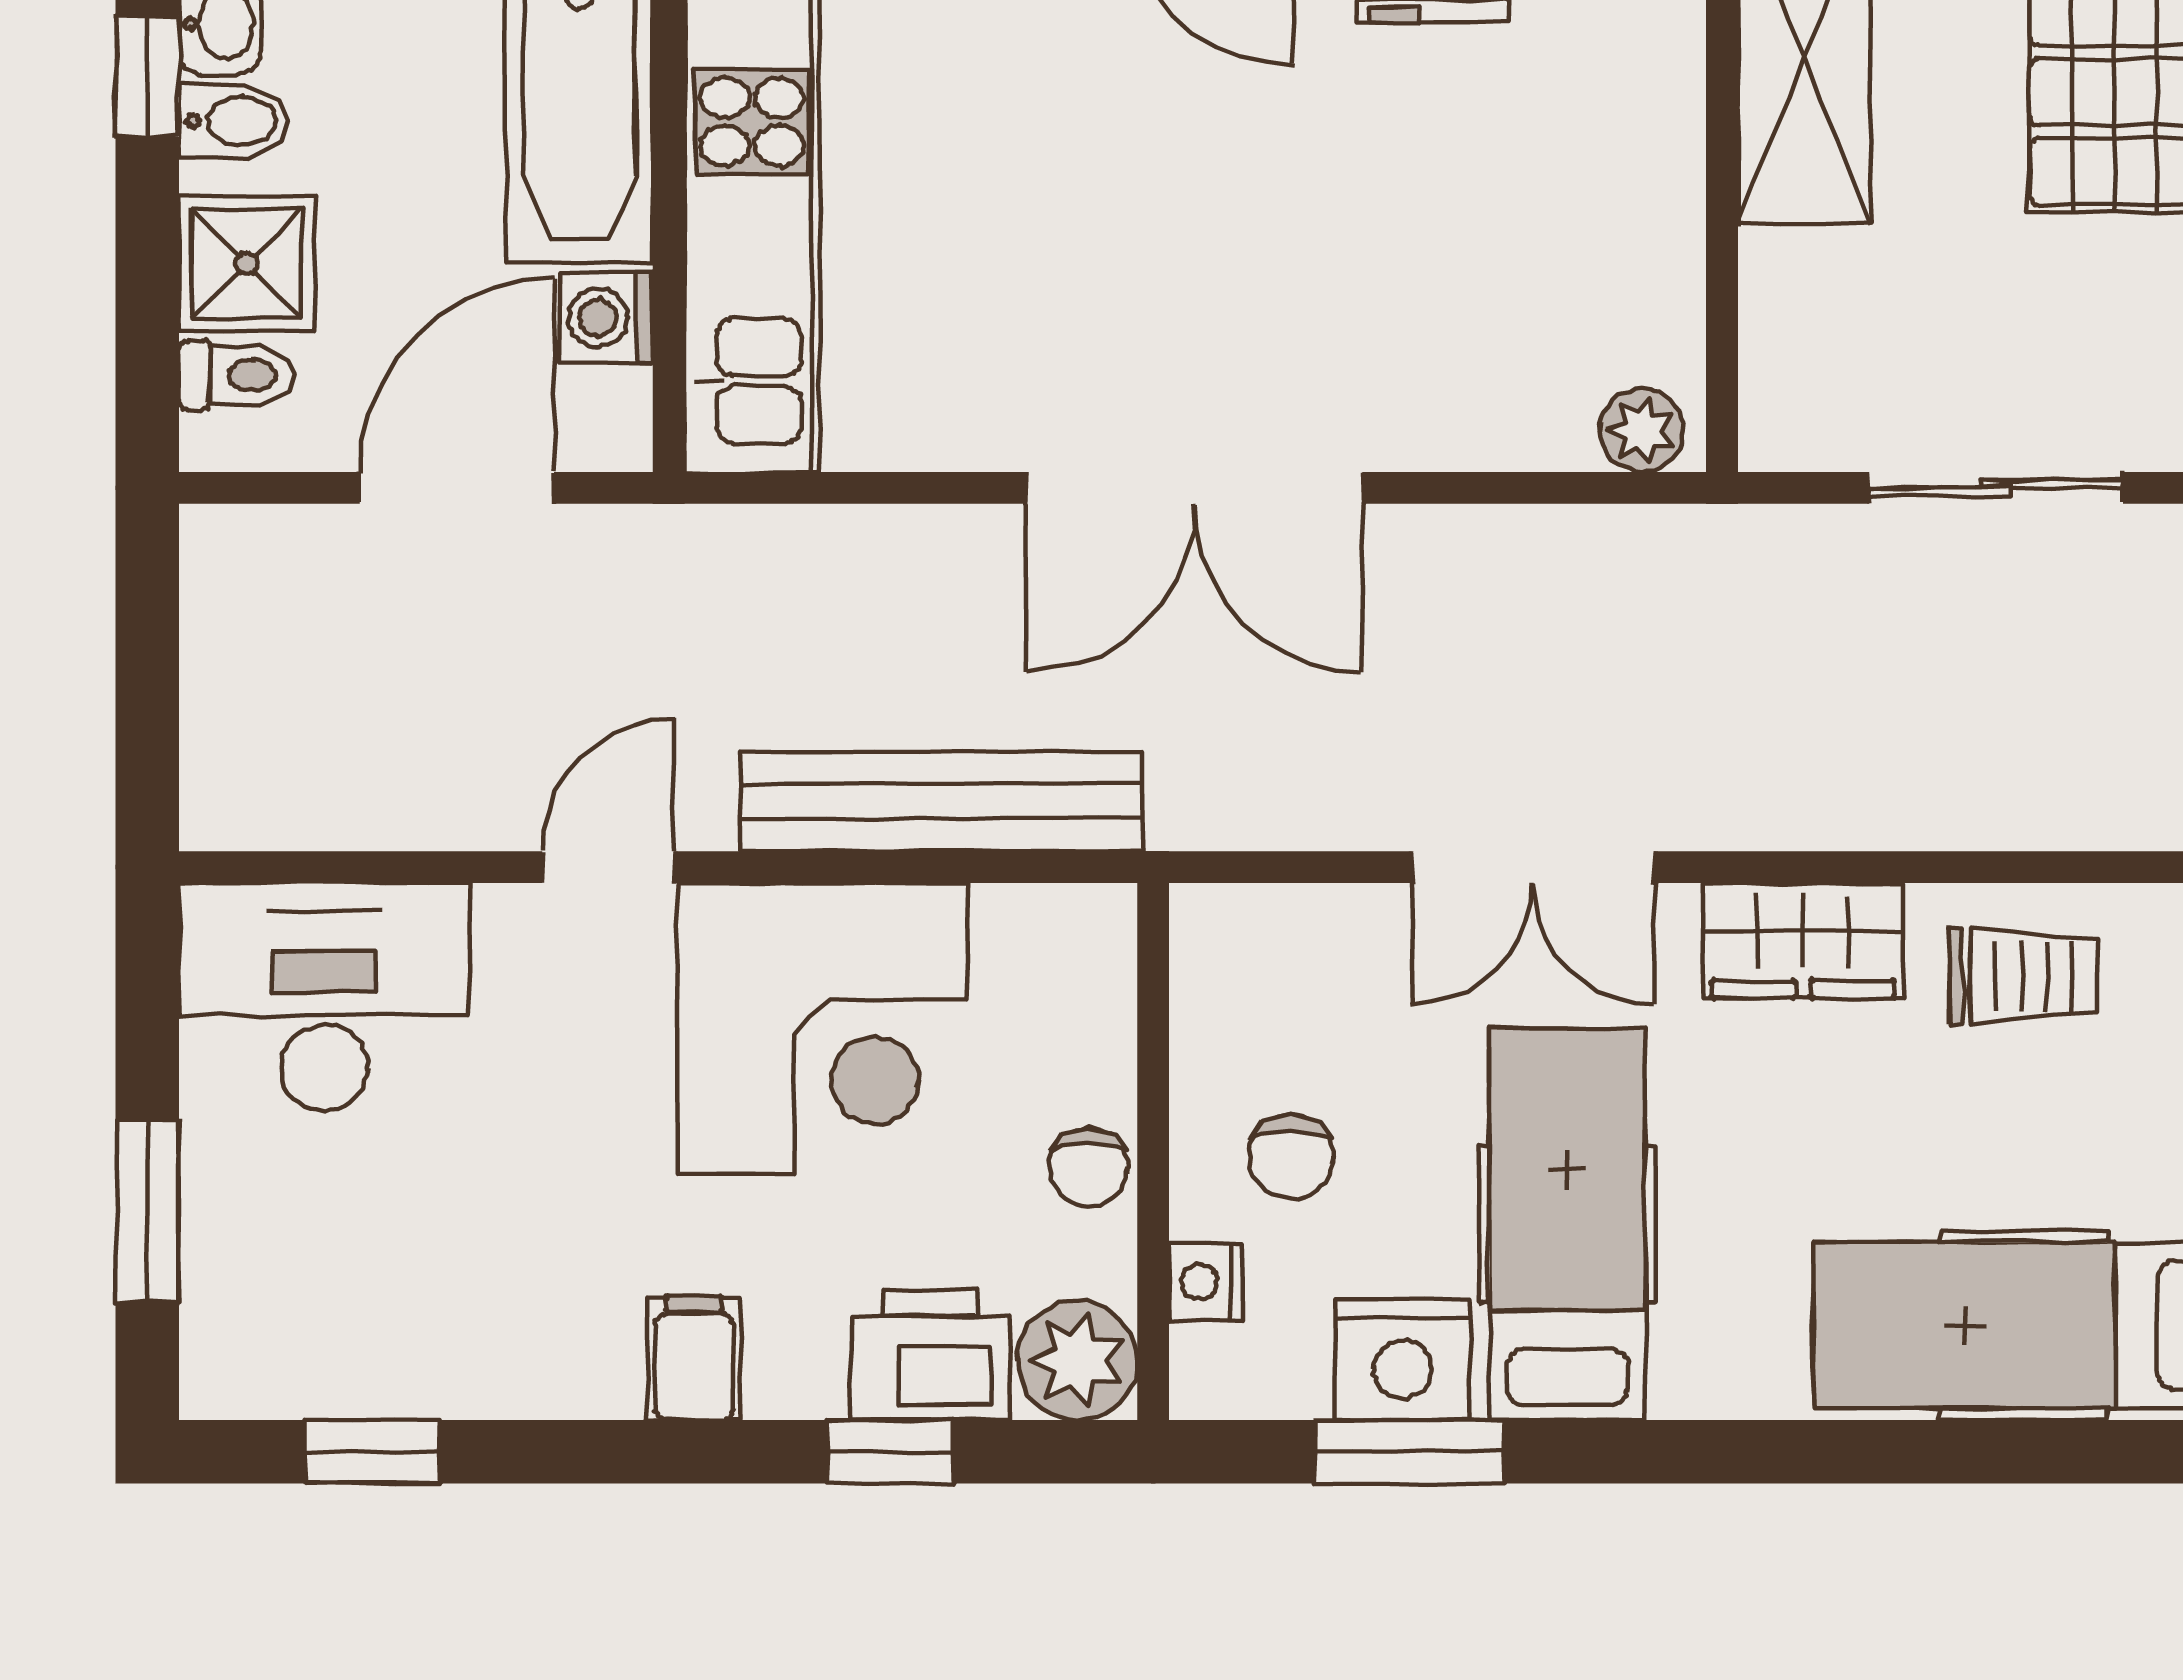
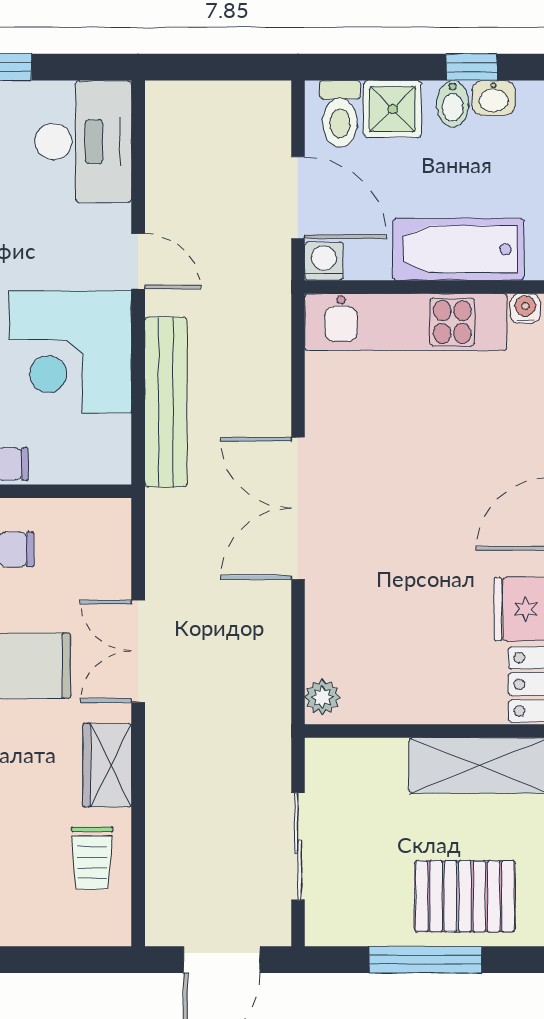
washing machine: (607, 318) -> (324, 261), moved
toilet: (236, 375) -> (340, 114), width x1.37, depth x1.39

